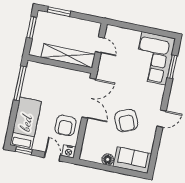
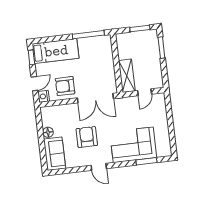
shelving: (68, 56) -> (127, 76), width x0.68
corner sofa: (154, 58) -> (133, 145), moved
armchair: (126, 121) -> (87, 137), turned 113

